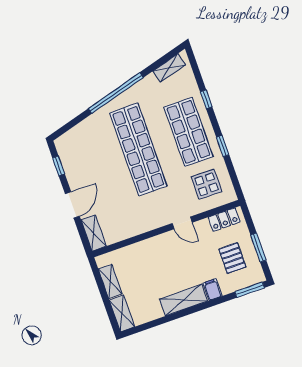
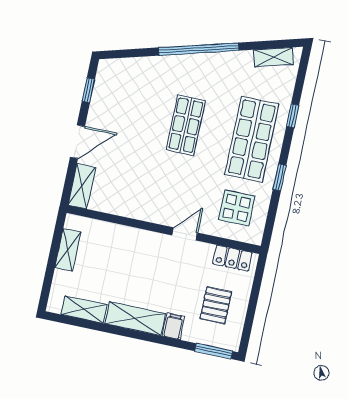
shop shelf: (138, 149) -> (186, 125), width x0.50, depth x0.74
door: (182, 223) -> (185, 234), swing flipped
window: (258, 248) -> (251, 311), removed
shelving: (122, 313) -> (84, 310), moved, turned 90

